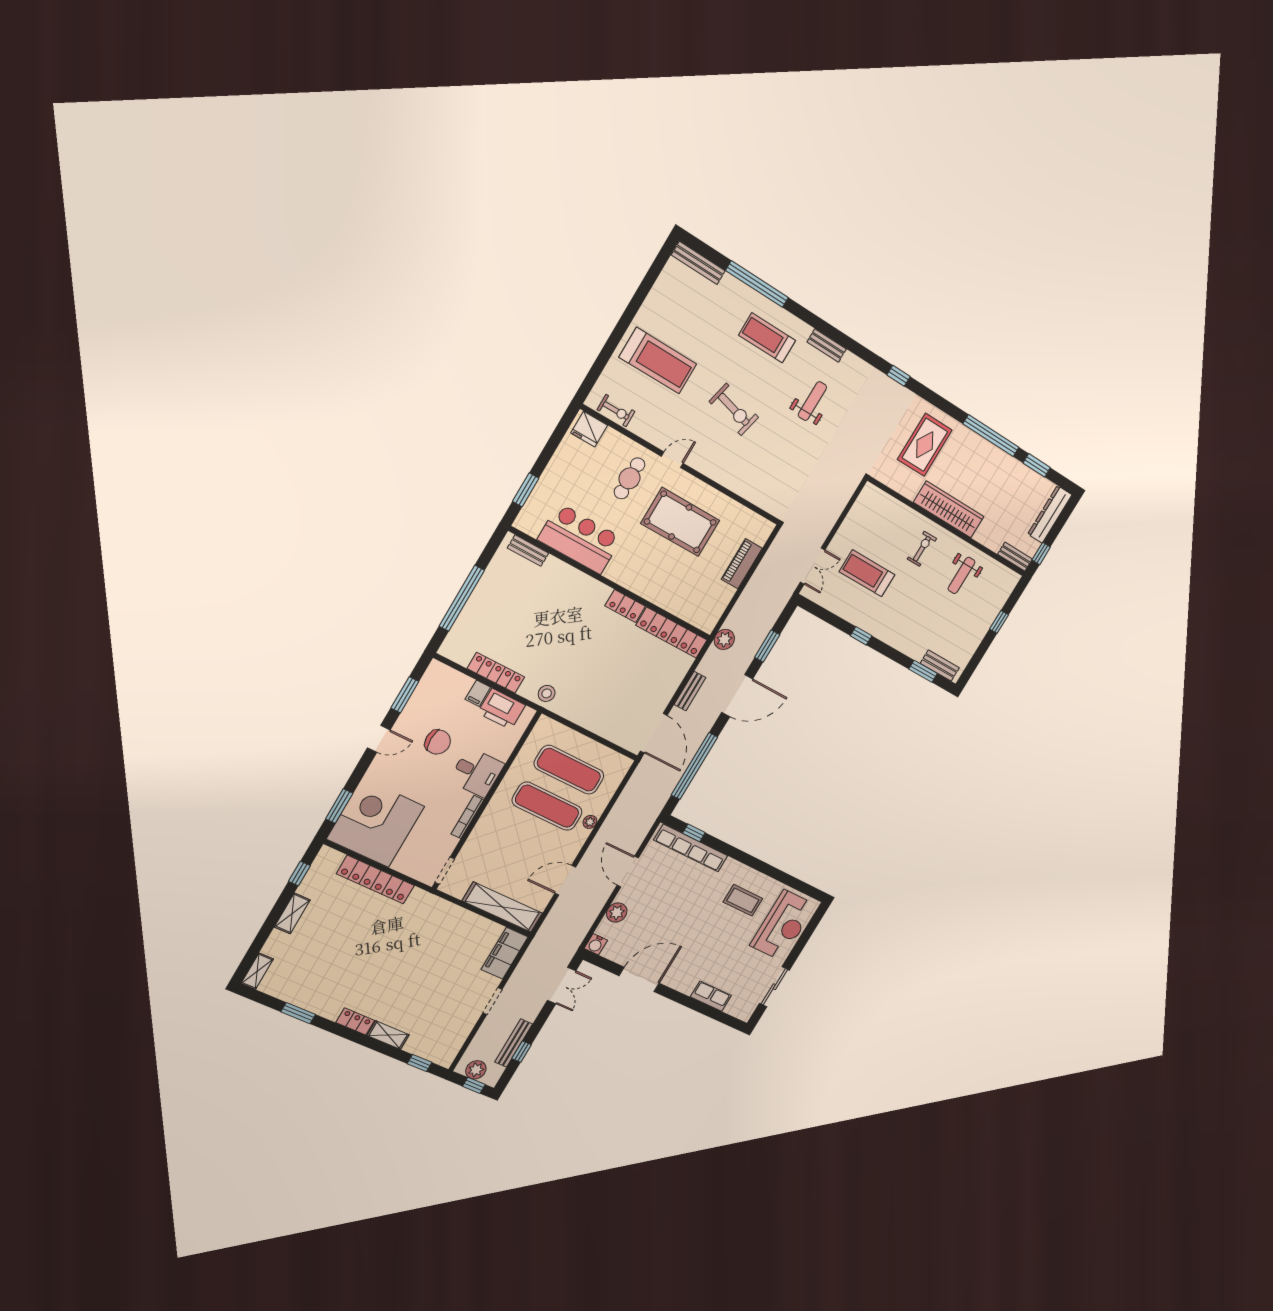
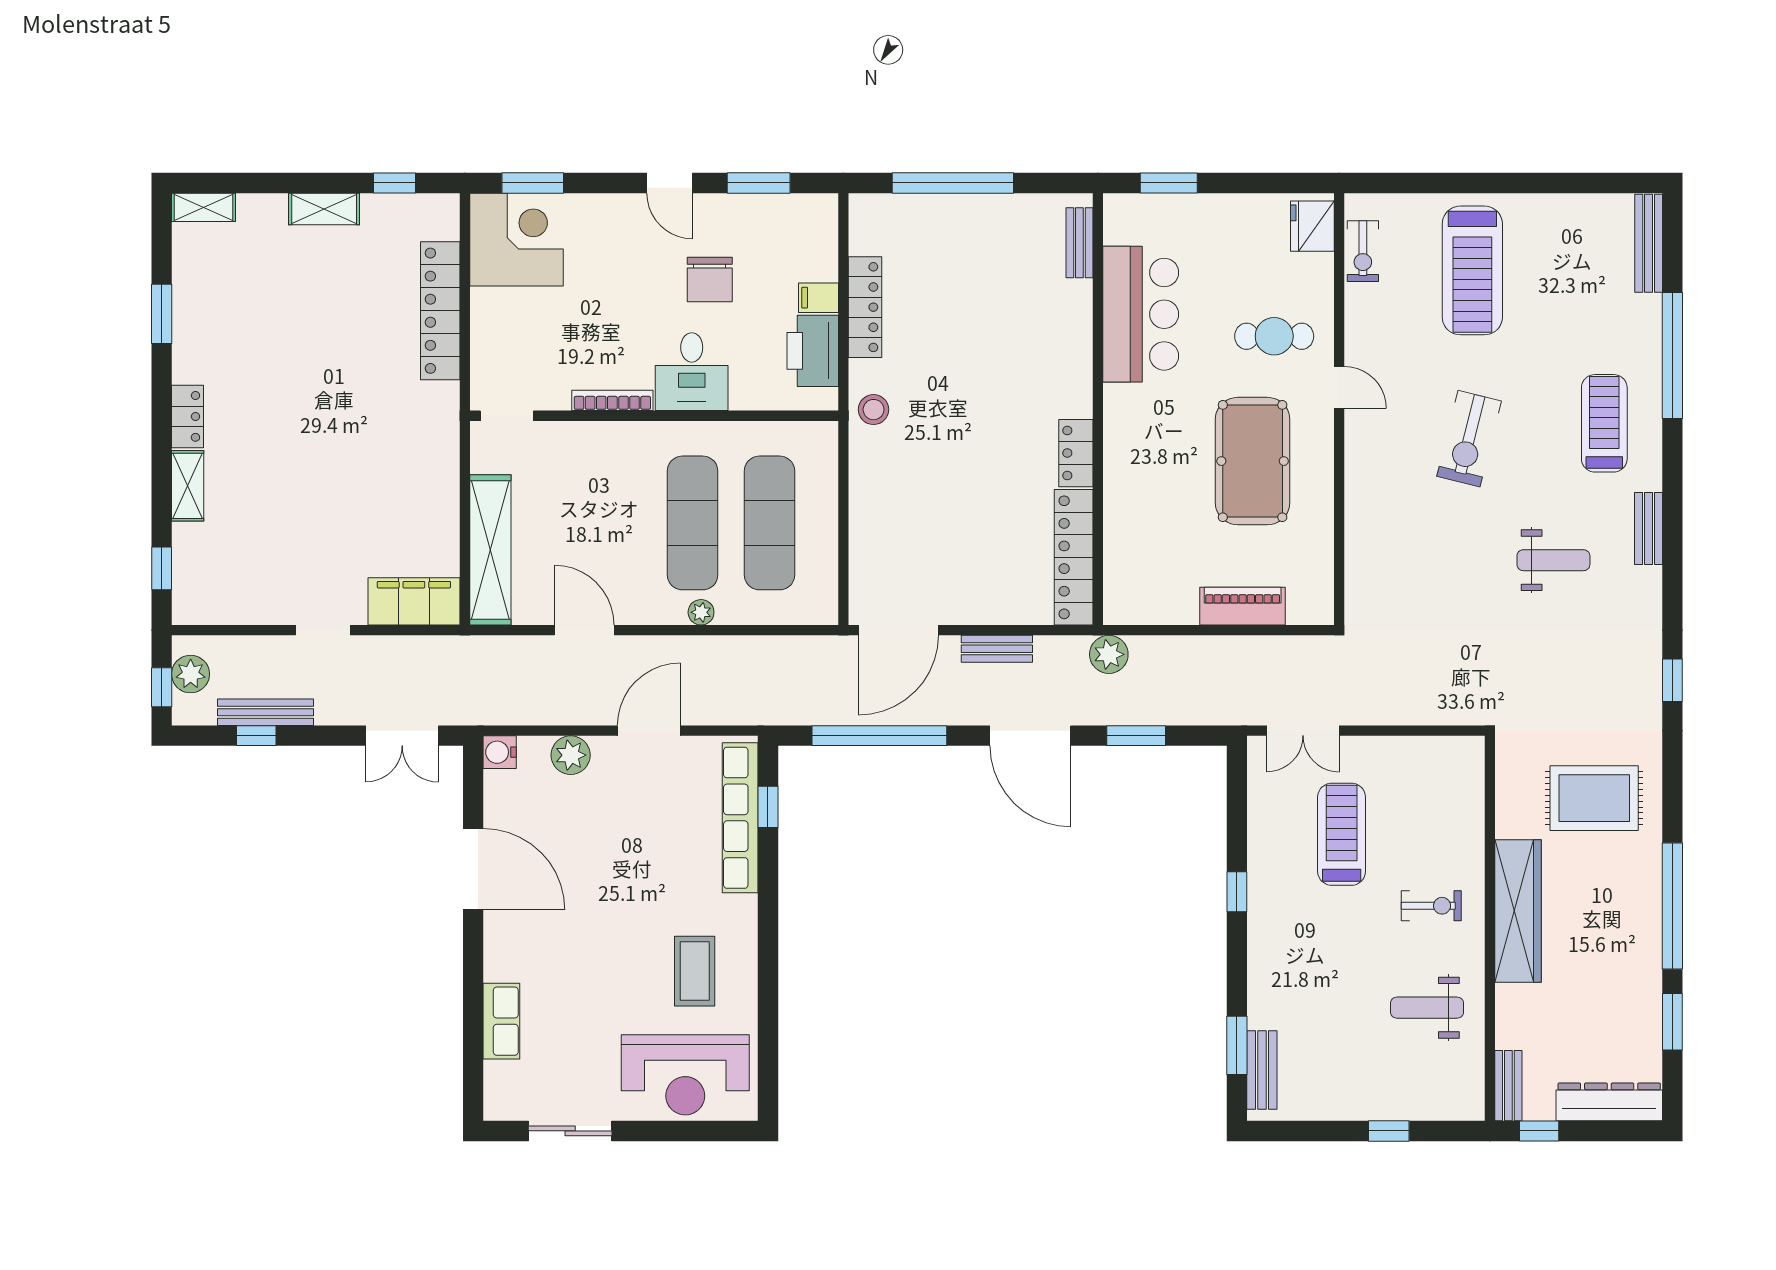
corner desk: (376, 823) -> (516, 240), width x0.74, depth x0.74

